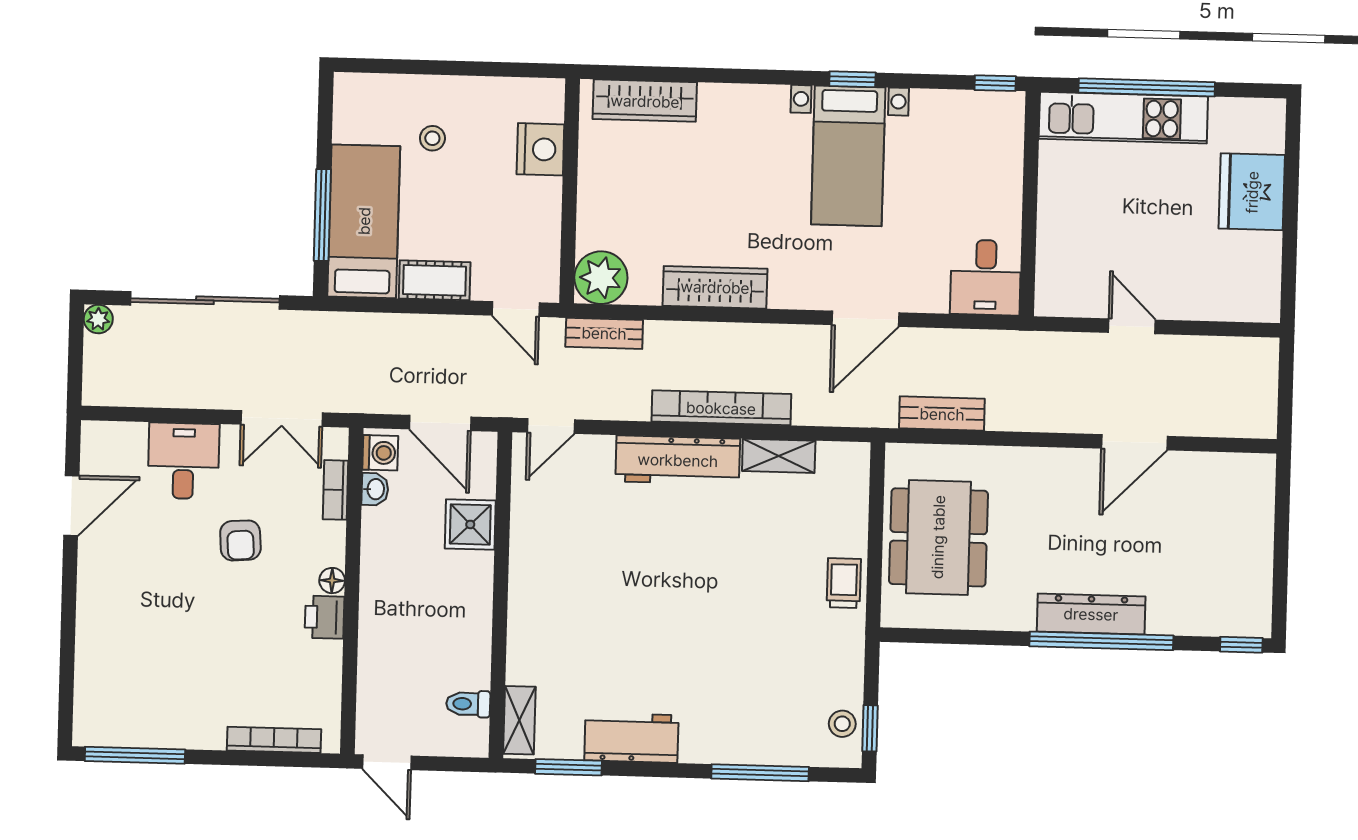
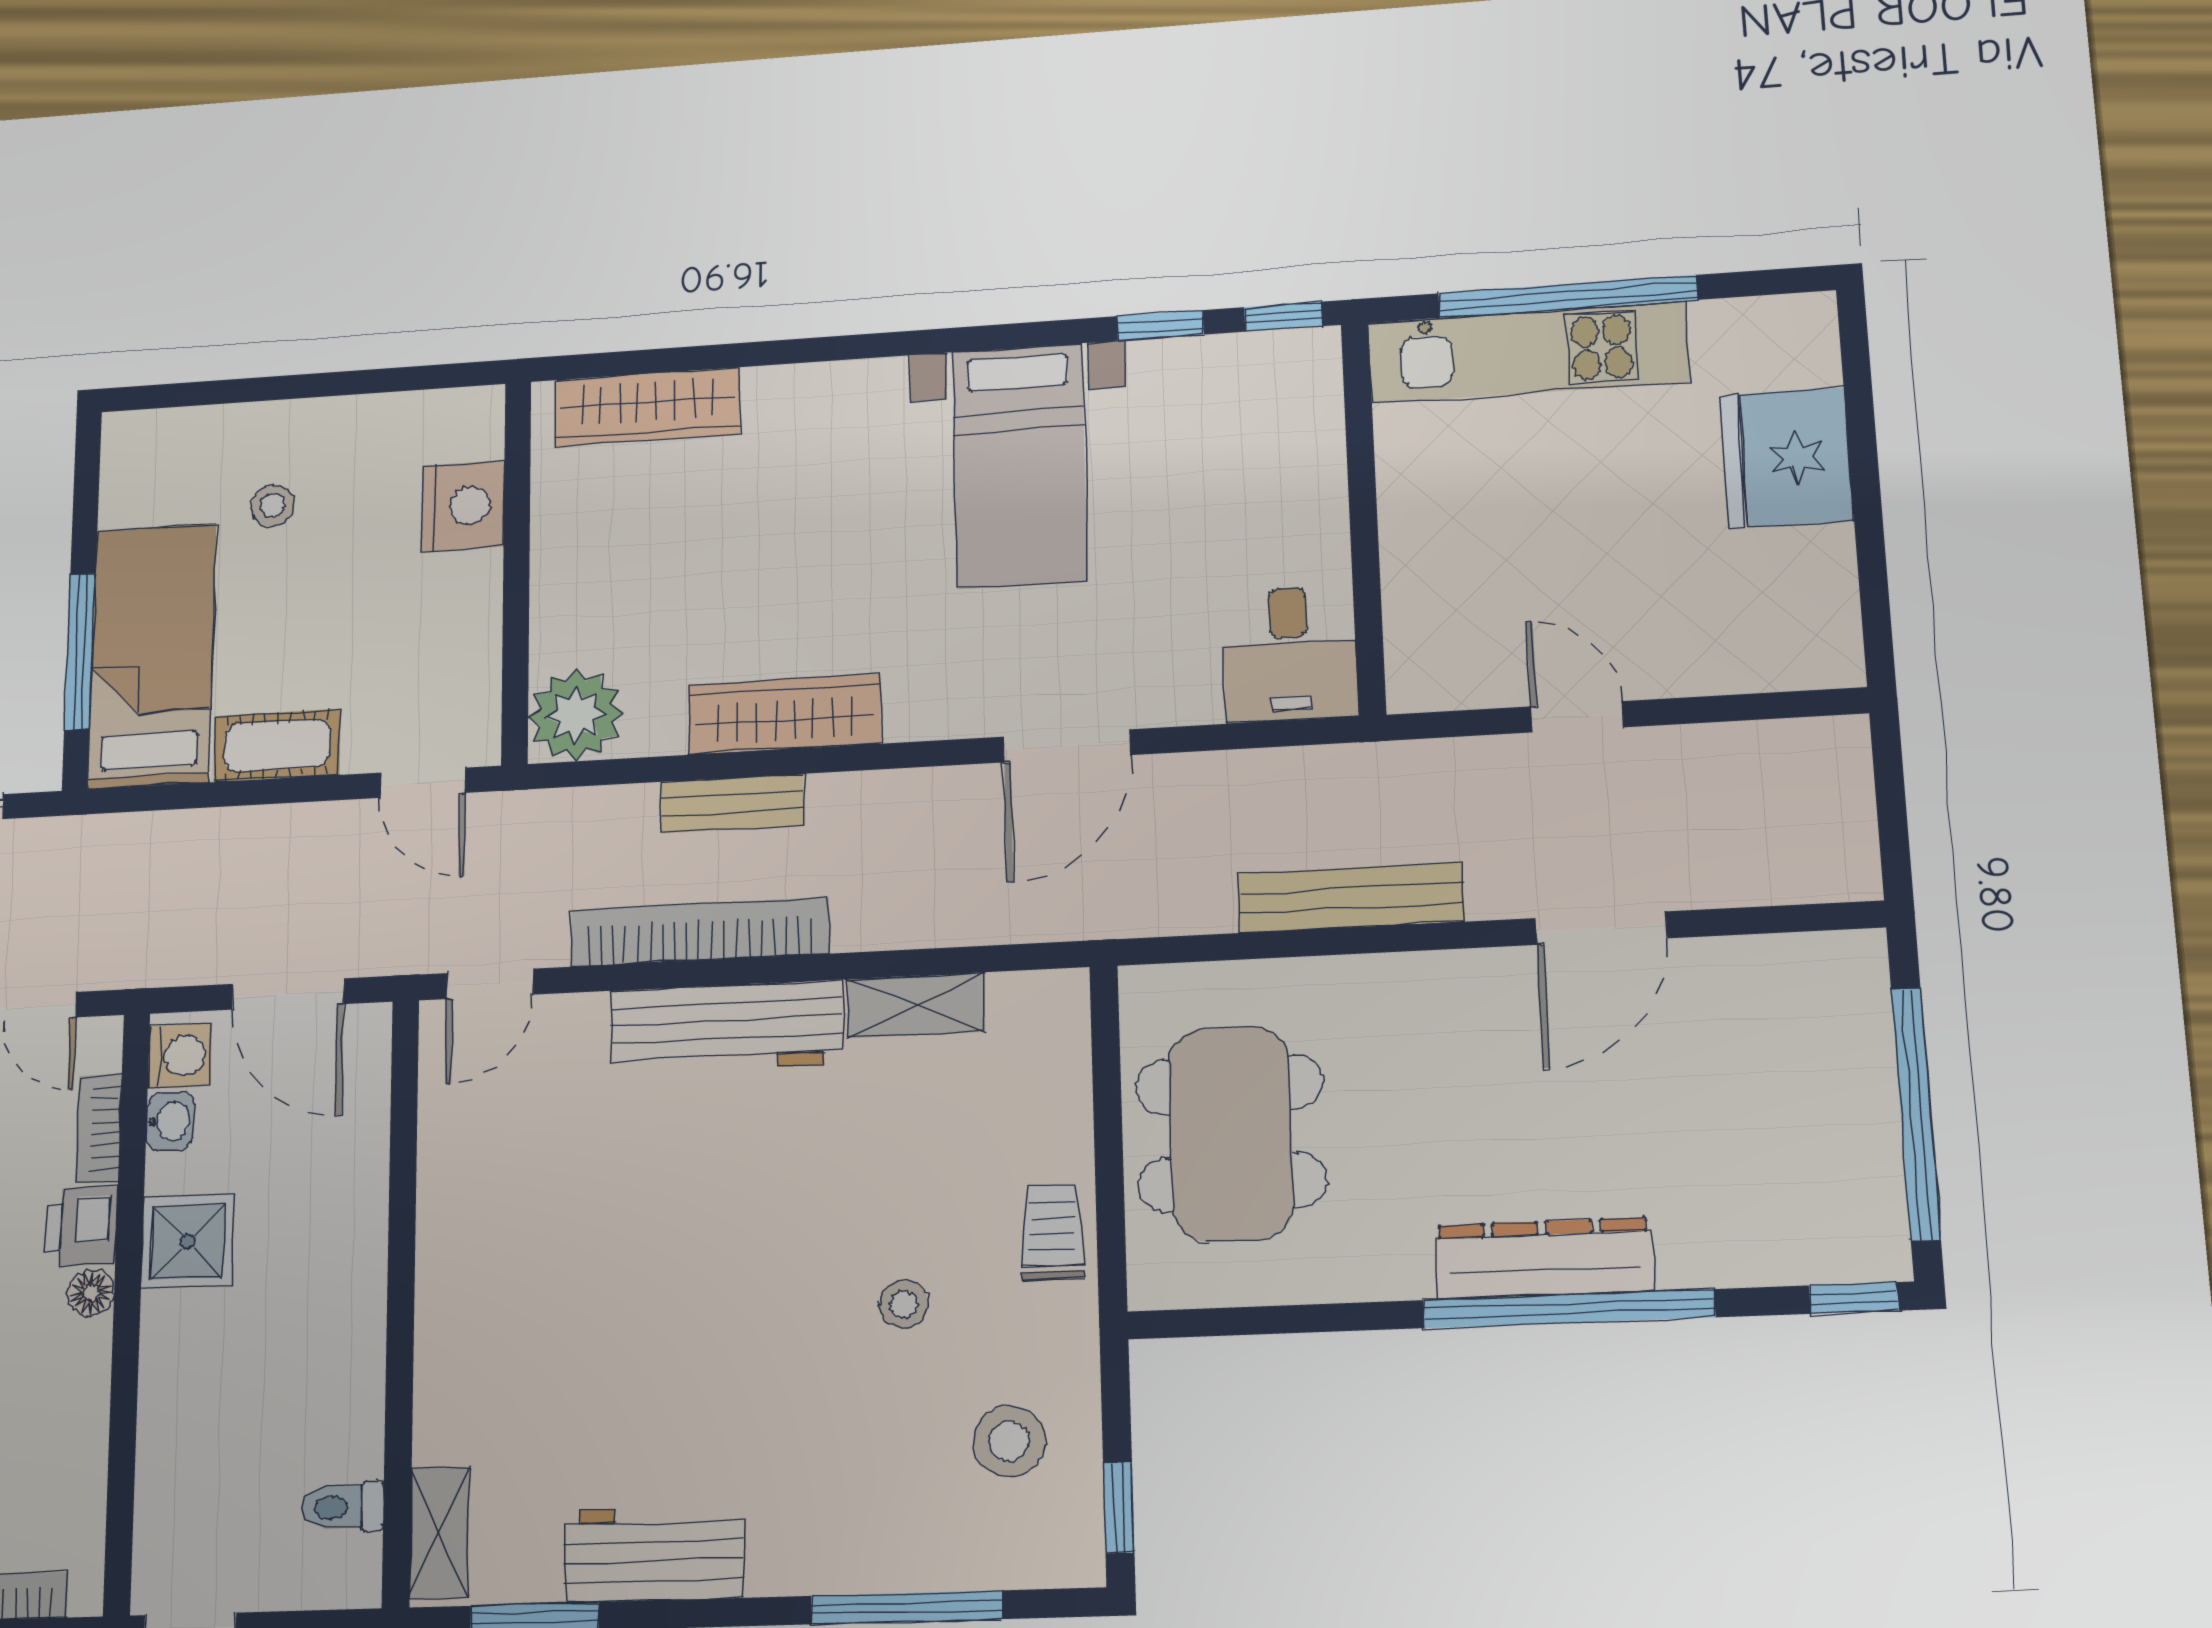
window: (852, 79) -> (1160, 325), moved
bench: (604, 333) -> (732, 804), moved
bookcase: (721, 408) -> (700, 932), moved
bench: (942, 414) -> (1351, 898), moved, width x1.36
shower: (470, 524) -> (188, 1242), moved
window: (1281, 552) -> (1916, 1114), added
stool: (765, 616) -> (904, 1304), added
printer: (325, 617) -> (82, 1226), moved
stool: (842, 724) -> (1009, 1441), moved, width x1.37, depth x1.37

